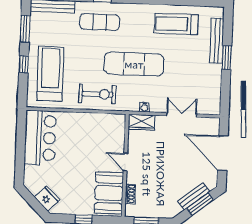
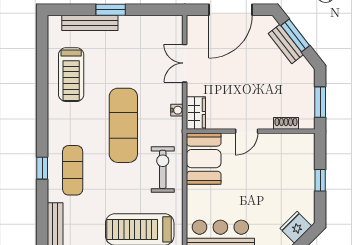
booth: (109, 193) -> (204, 159), moved, turned 90

